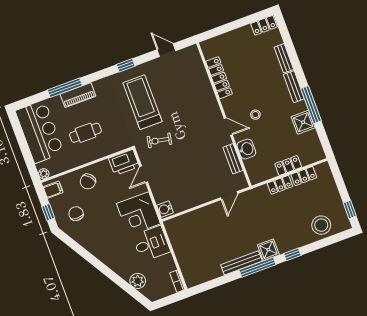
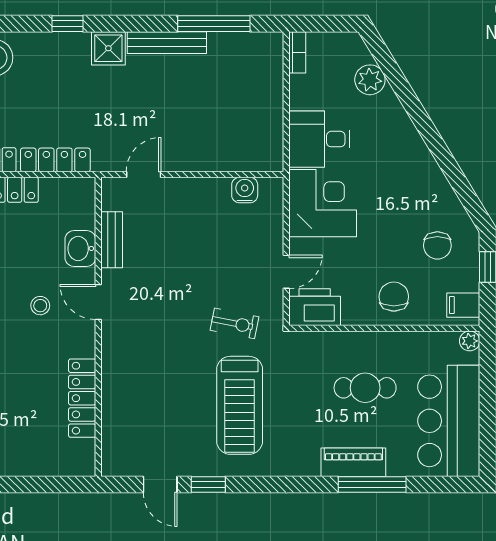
window: (126, 65) -> (208, 485), moved
chair: (88, 181) -> (394, 297), turned -48
locker: (280, 185) -> (55, 160), width x1.53
water cooler: (165, 209) -> (245, 190), moved, turned -90
window: (258, 267) -> (214, 24), moved

